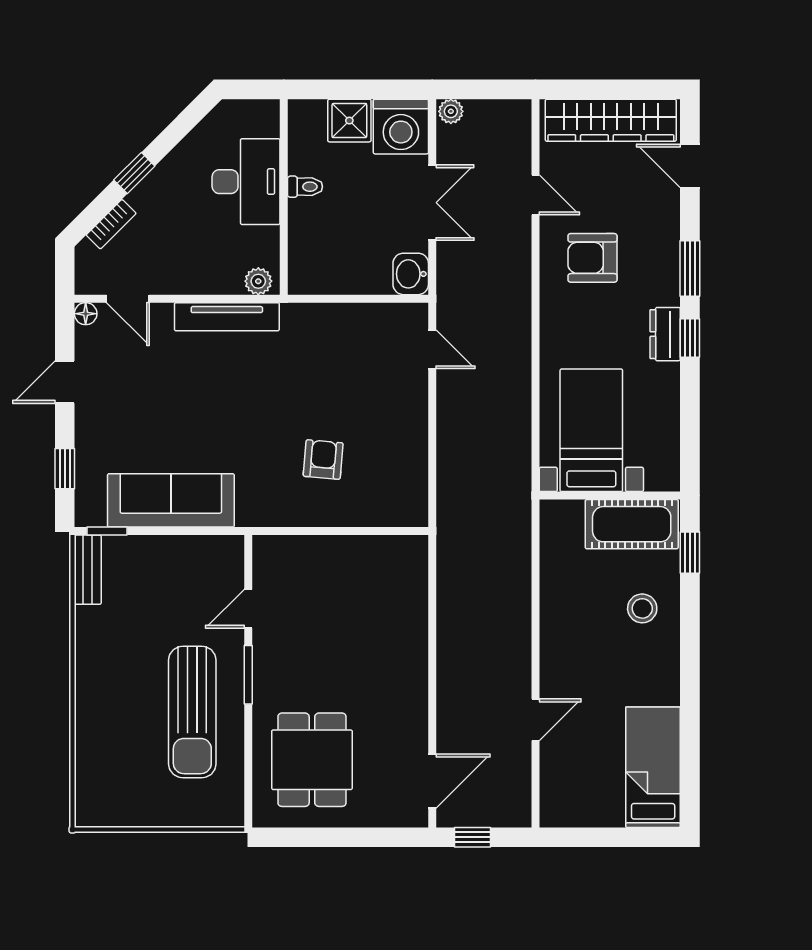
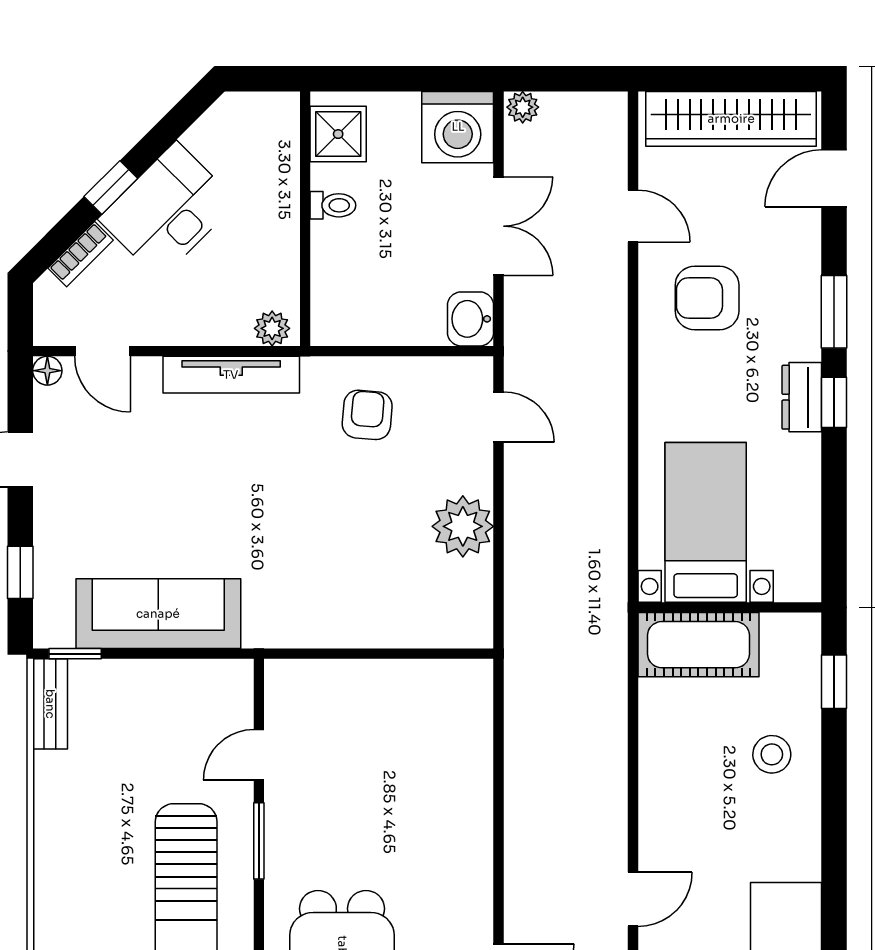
shower: (349, 121) -> (338, 134), moved
door: (690, 166) -> (834, 178), hinge flipped
desk: (246, 182) -> (168, 211), moved, turned -135
plant: (405, 433) -> (463, 526), added
armchair: (323, 460) -> (367, 415), moved
cot: (632, 524) -> (698, 645), moved

